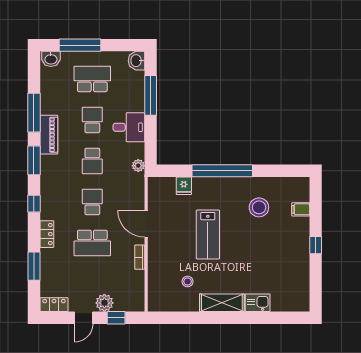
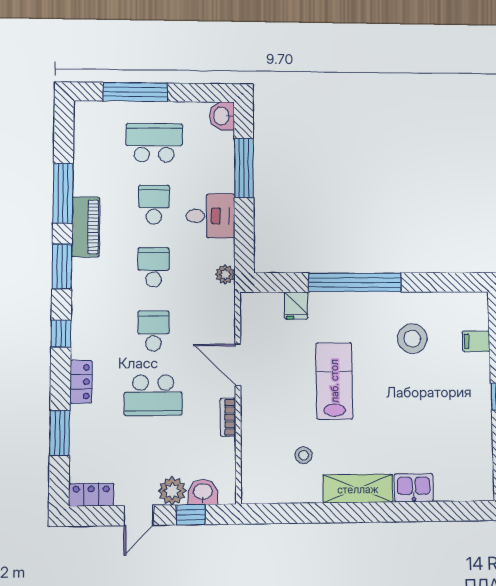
washbasin: (51, 59) -> (203, 492), moved, turned 180
school desk: (92, 161) -> (154, 267), turned 180
lab bench: (208, 234) -> (334, 381), turned 180

